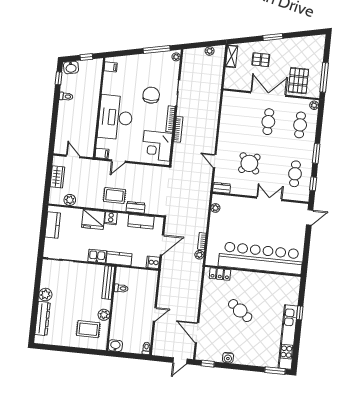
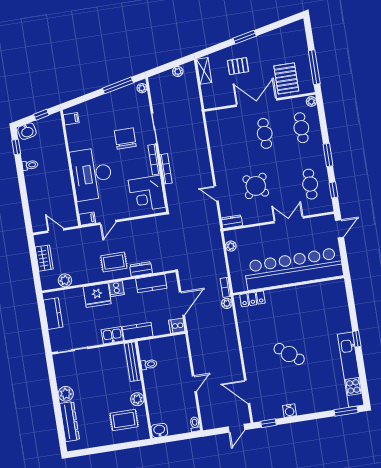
bar counter: (261, 258) -> (294, 269), moved
wall: (253, 271) -> (288, 285), moved
locker: (220, 274) -> (252, 299), moved

